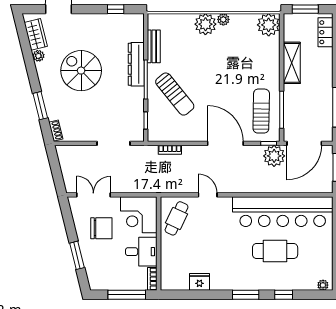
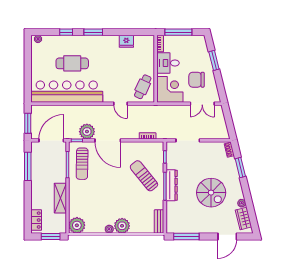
window: (116, 9) -> (186, 237), width x2.17
bench: (154, 46) -> (159, 222), moved
dresser: (136, 64) -> (172, 185), moved
plant: (274, 156) -> (87, 132), moved

